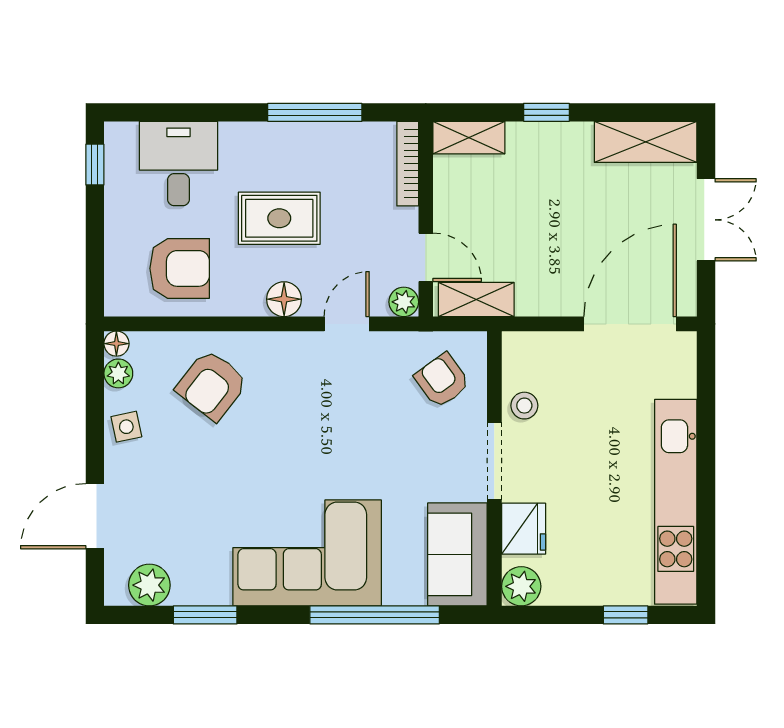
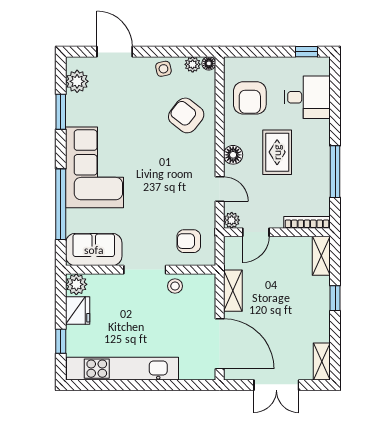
shelving: (646, 142) -> (322, 362), width x0.67, depth x0.75
shelving: (476, 300) -> (233, 291), moved
armchair: (442, 380) -> (189, 241), turned -144
fridge: (524, 529) -> (78, 310), moved, turned -90

